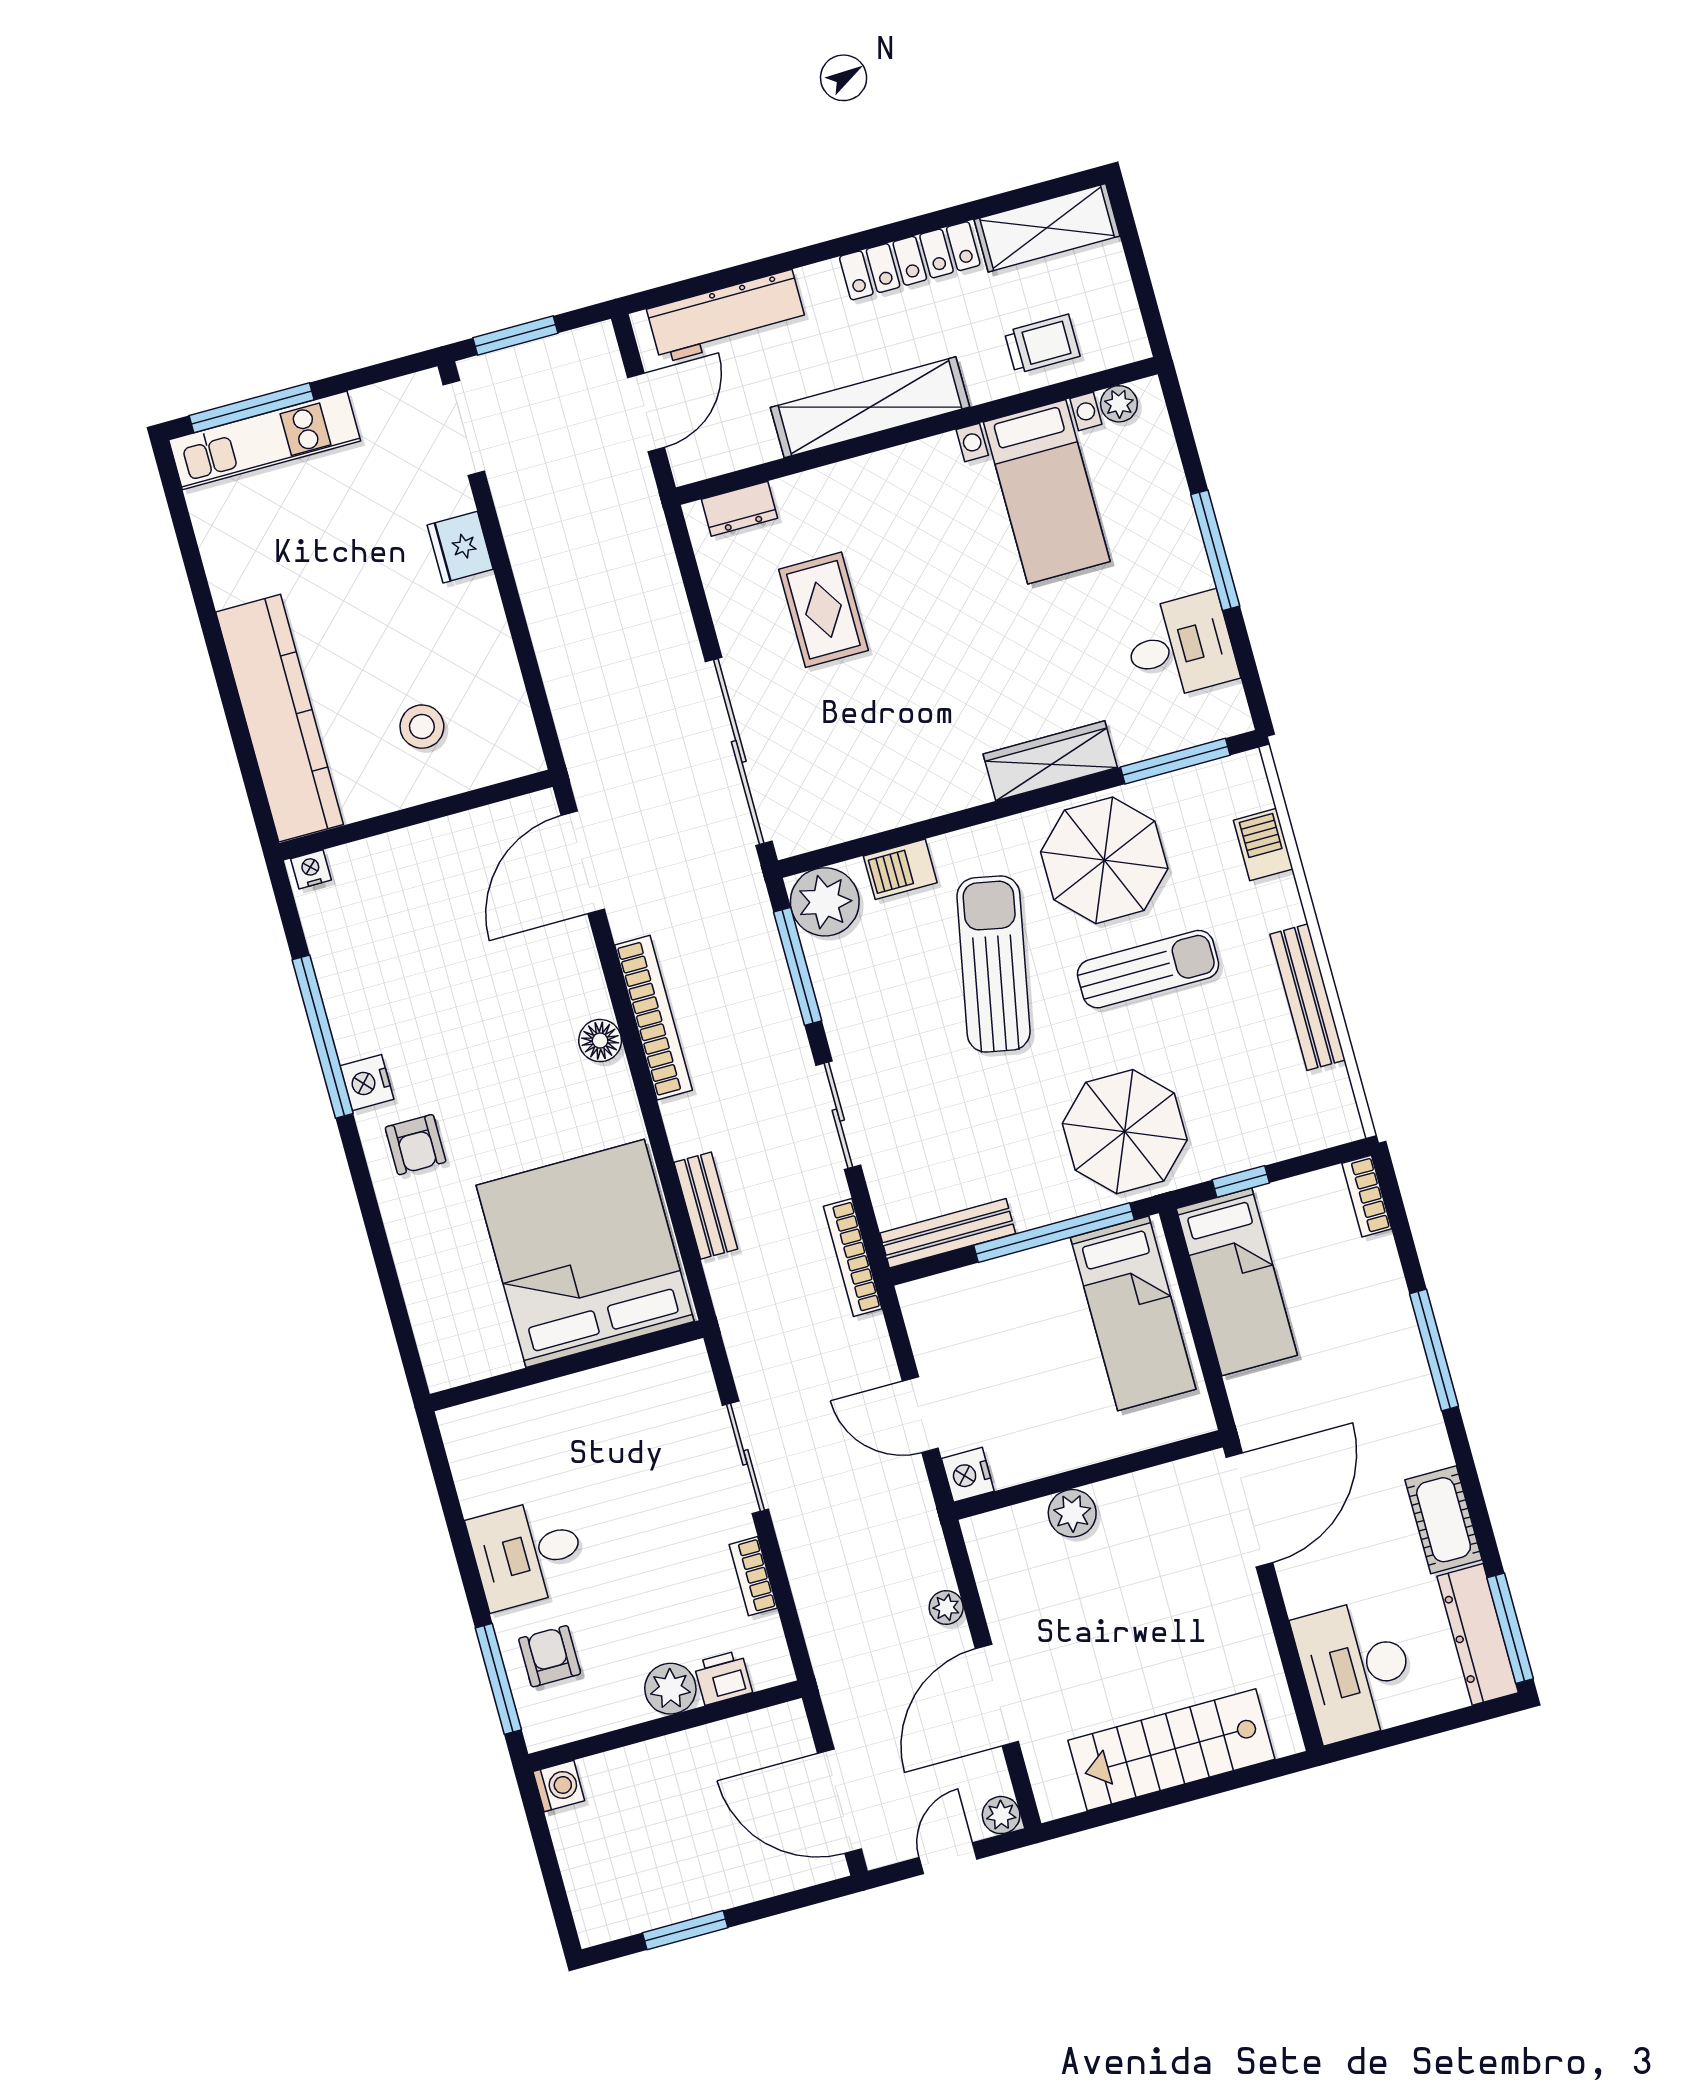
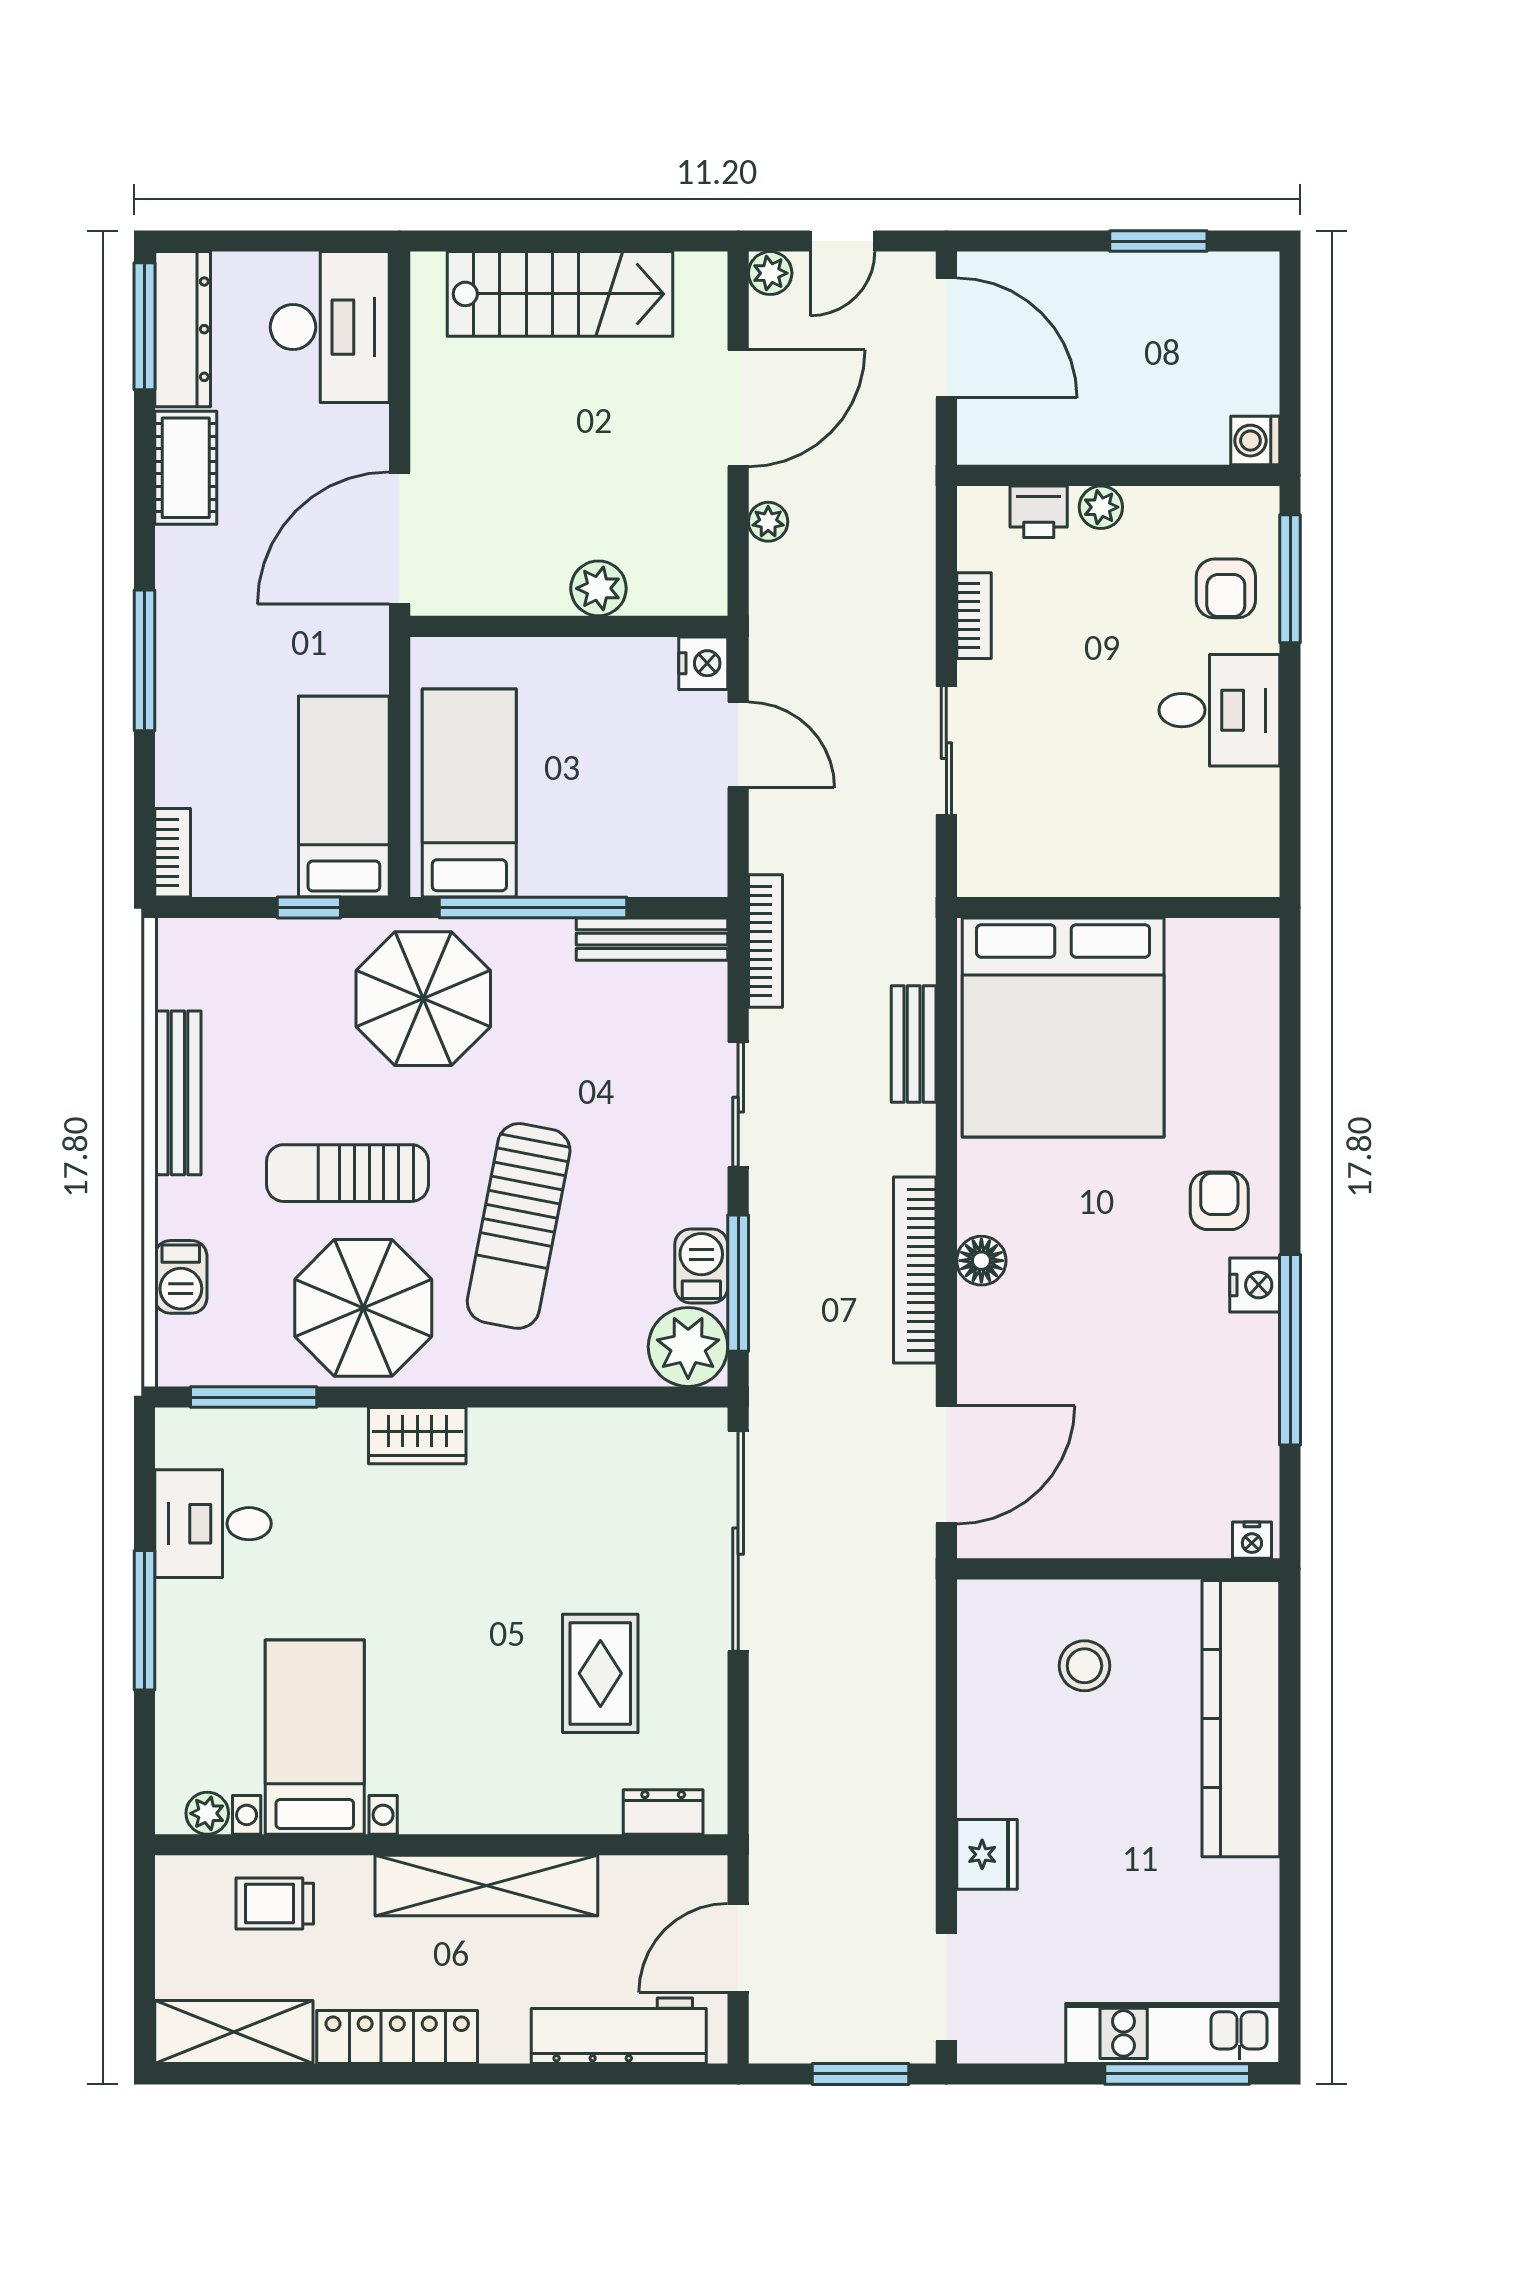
wardrobe: (1050, 761) -> (417, 1436), width x0.67
barbecue: (900, 869) -> (701, 1266), moved, turned -90
plant: (670, 1689) -> (1101, 507), width x0.73, depth x0.73

